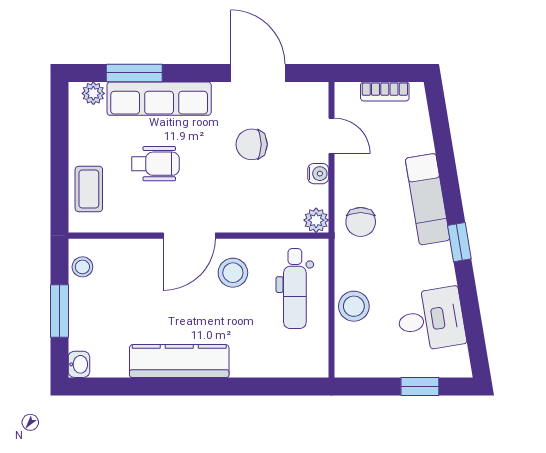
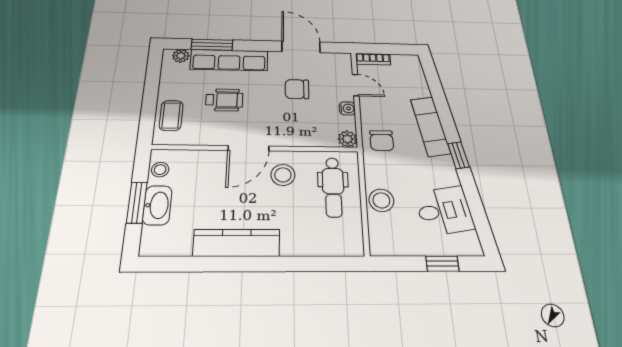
bookcase: (385, 91) -> (373, 59), moved
washbasin: (79, 364) -> (157, 205), moved, width x1.91, depth x1.45

